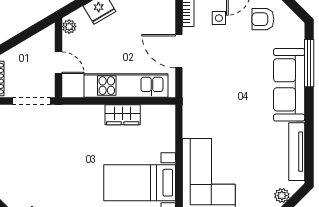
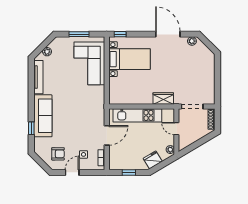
door: (179, 51) -> (107, 135), hinge flipped
window: (309, 63) -> (31, 128), width x0.46
wardrobe: (123, 115) -> (163, 99), moved

